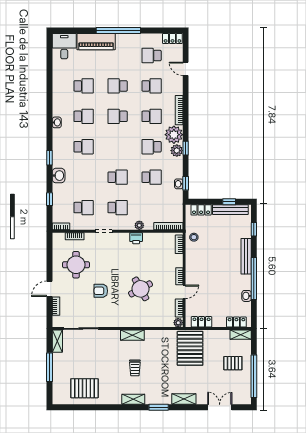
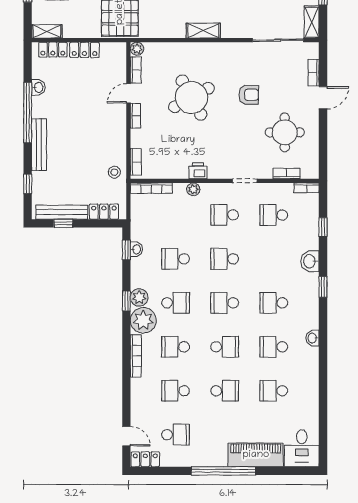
door: (186, 69) -> (126, 436), moved
school desk: (118, 147) -> (225, 303), added
round table: (141, 289) -> (191, 97), width x1.36, depth x1.36
locker: (202, 322) -> (84, 50), moved

